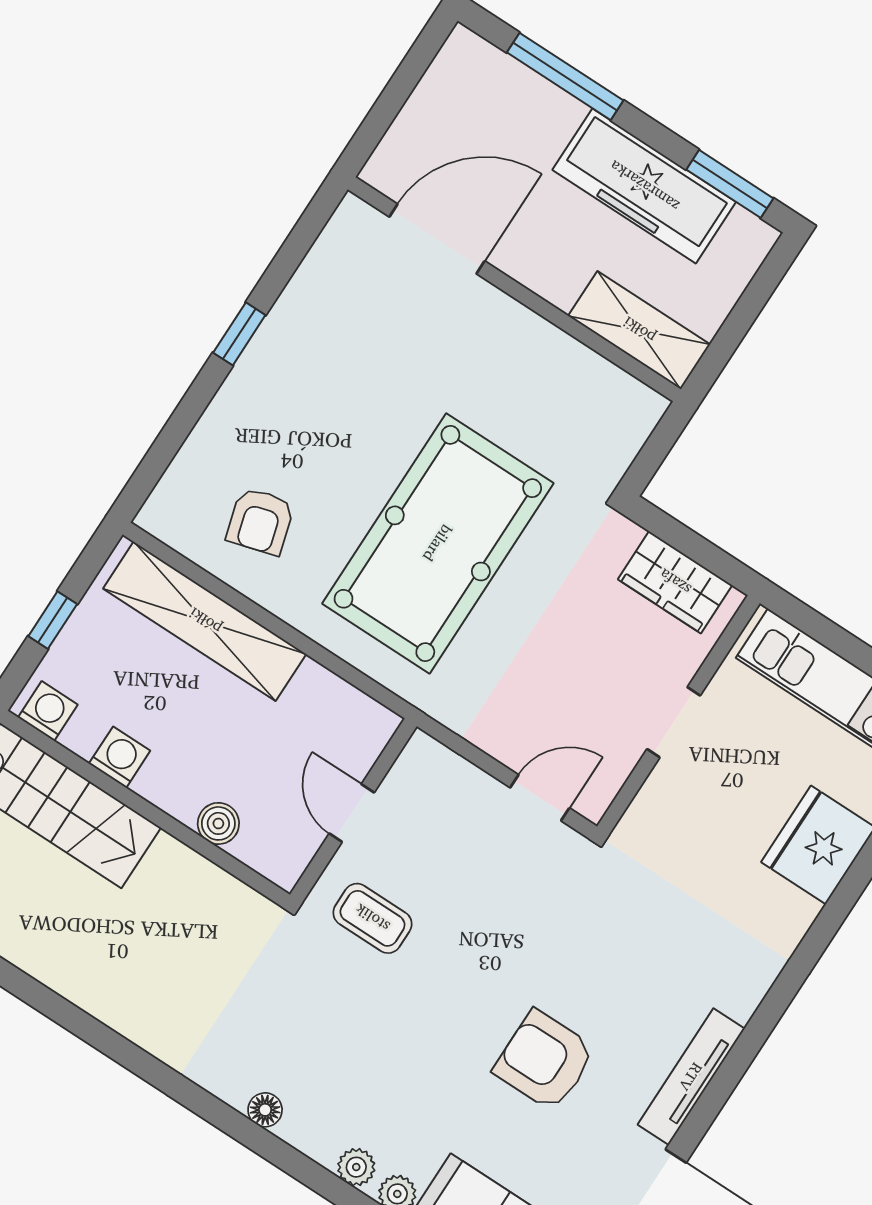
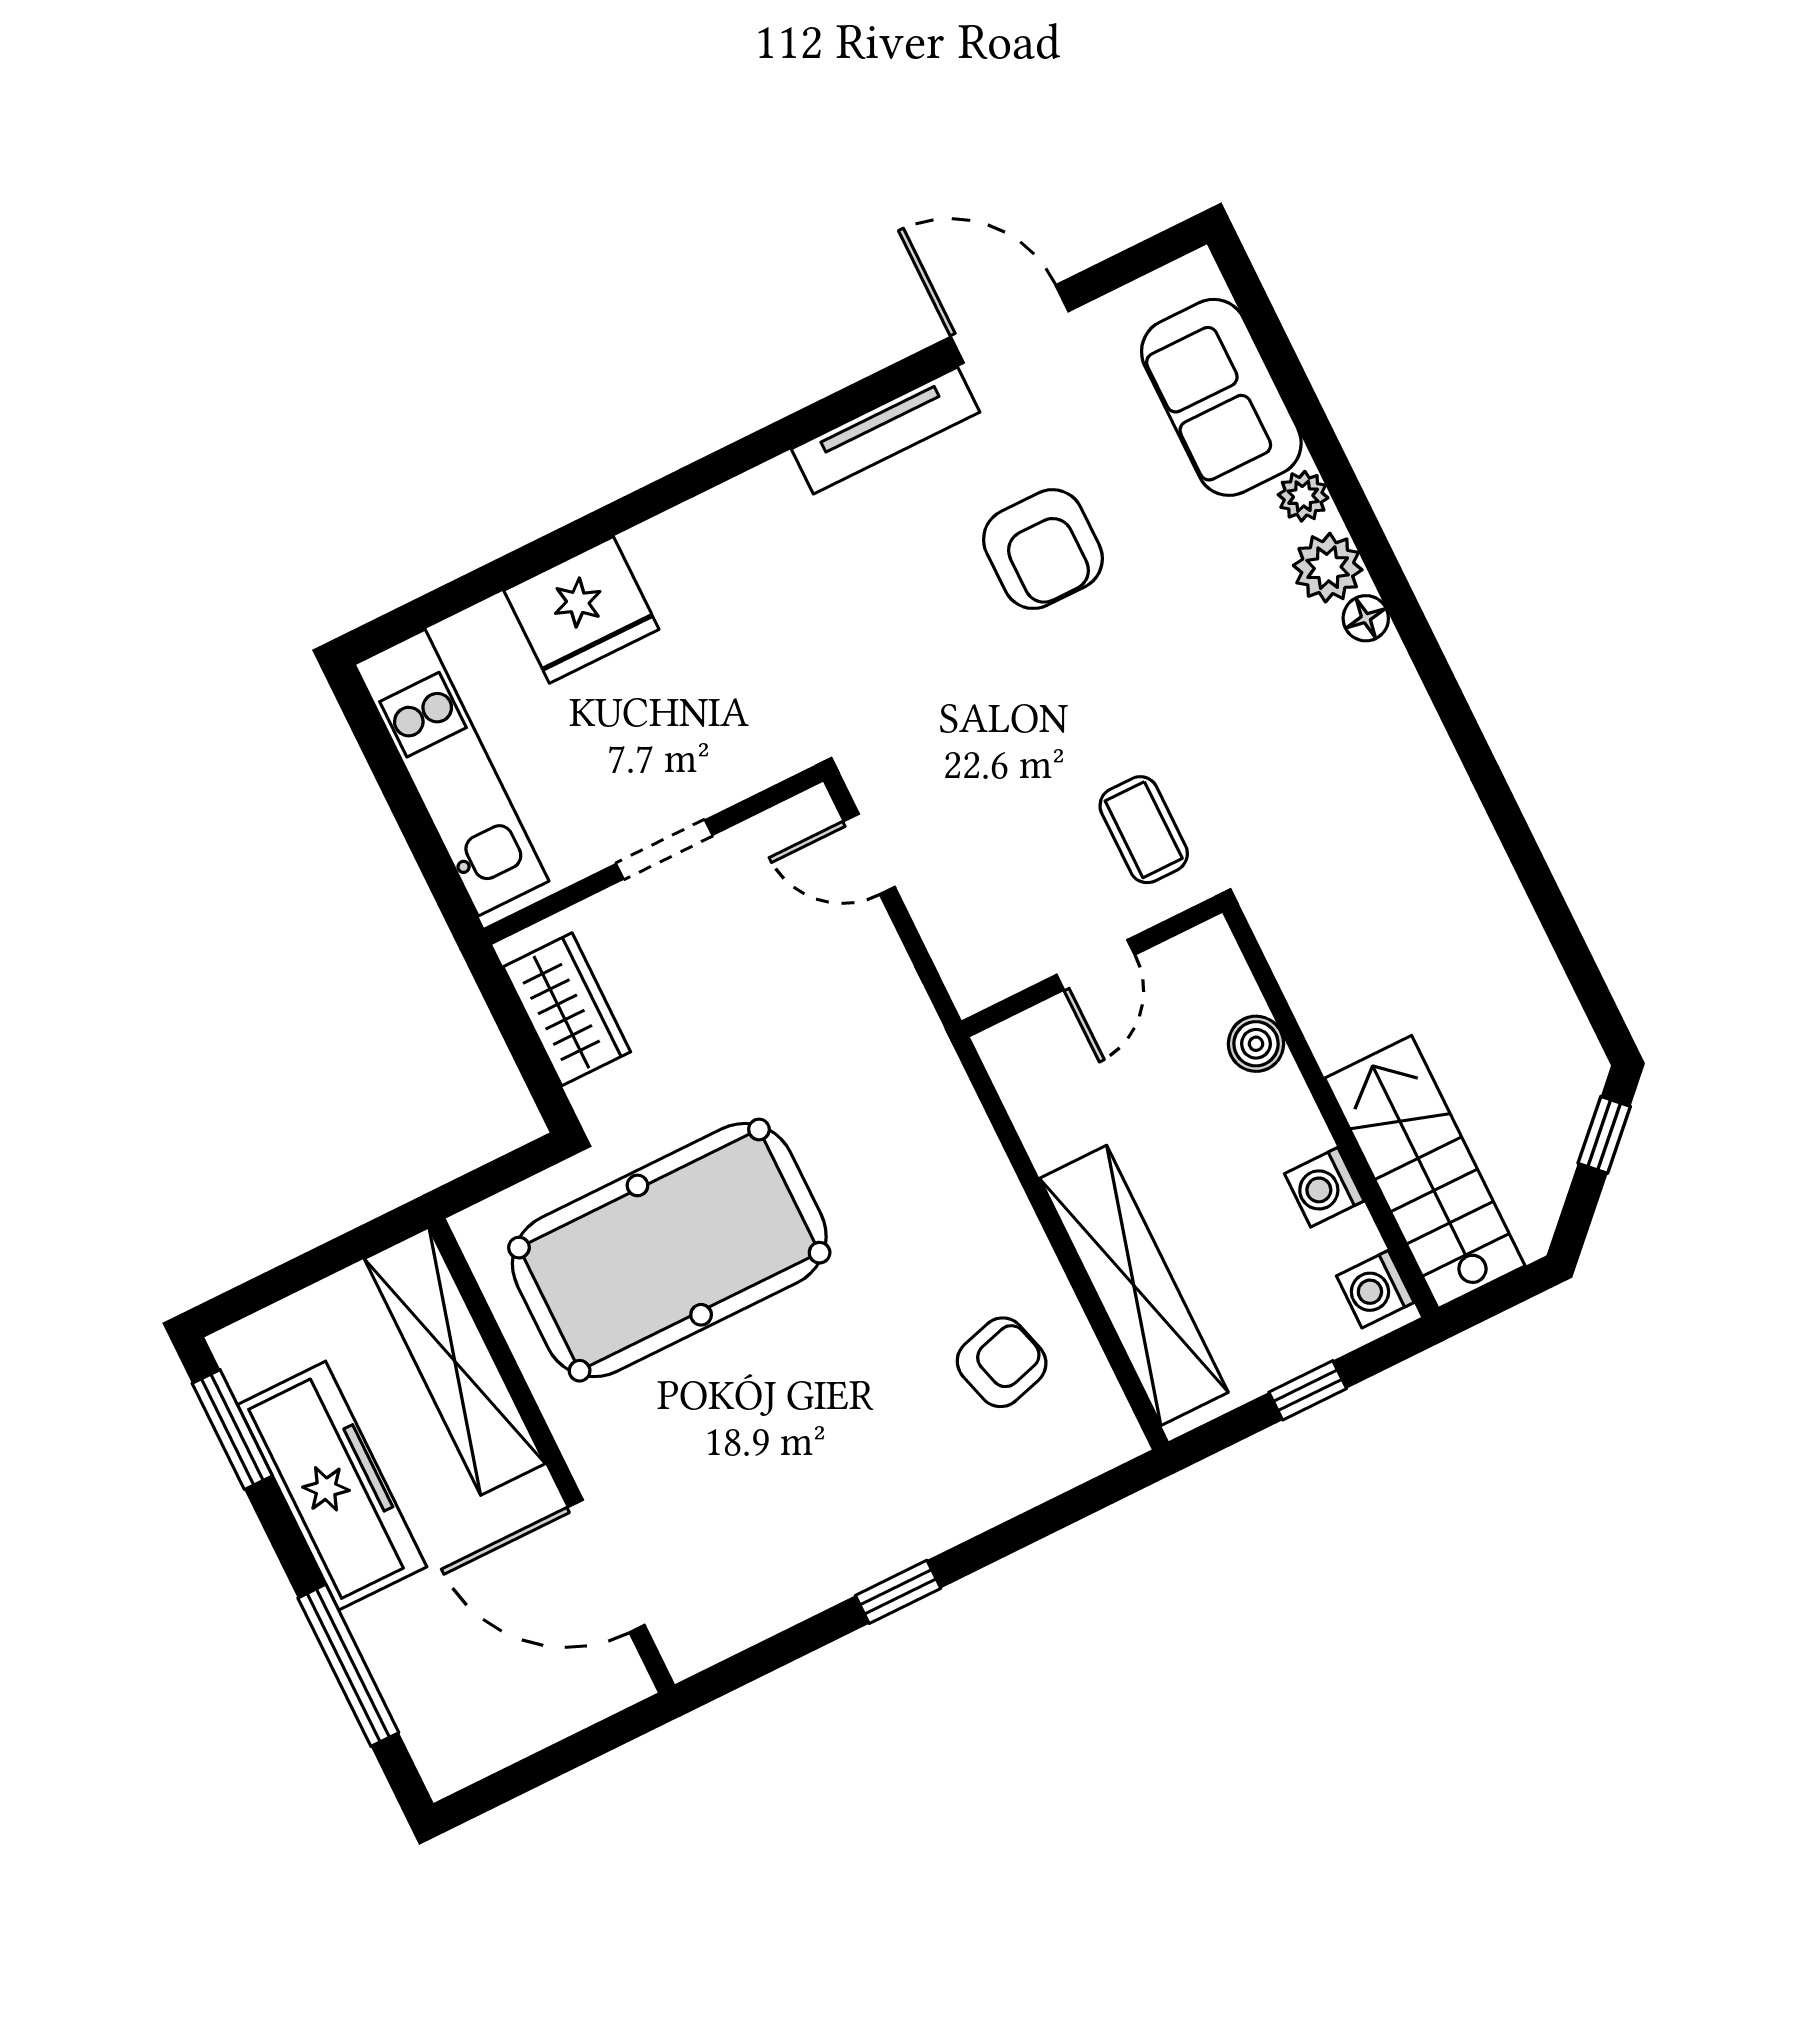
shelving: (639, 330) -> (455, 1361), width x1.47
pool table: (438, 543) -> (669, 1250), moved
floor lamp: (265, 1110) -> (1366, 618), moved
plant: (356, 1167) -> (1328, 568), width x1.38, depth x1.38

